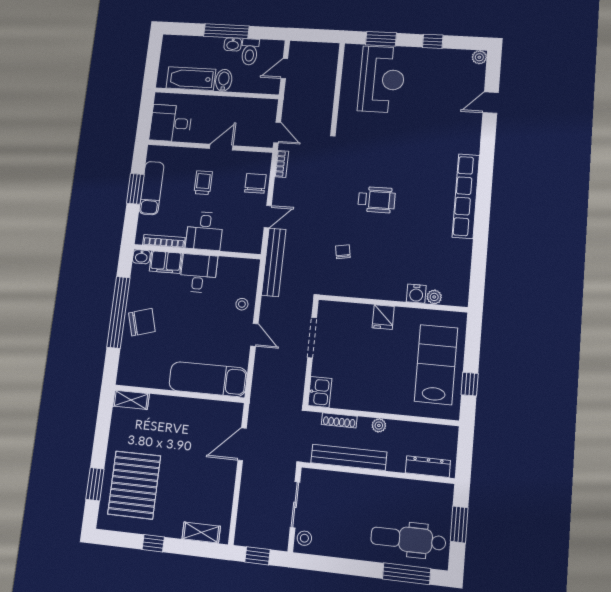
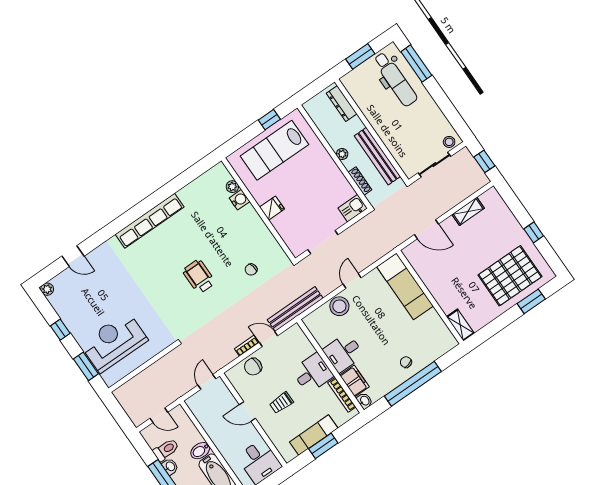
bookcase: (282, 164) -> (247, 346), moved
stool: (242, 304) -> (339, 306), width x1.89, depth x1.89
chair: (142, 322) -> (406, 362), width x0.54, depth x0.54
shelving: (201, 532) -> (468, 211), moved, turned 90

